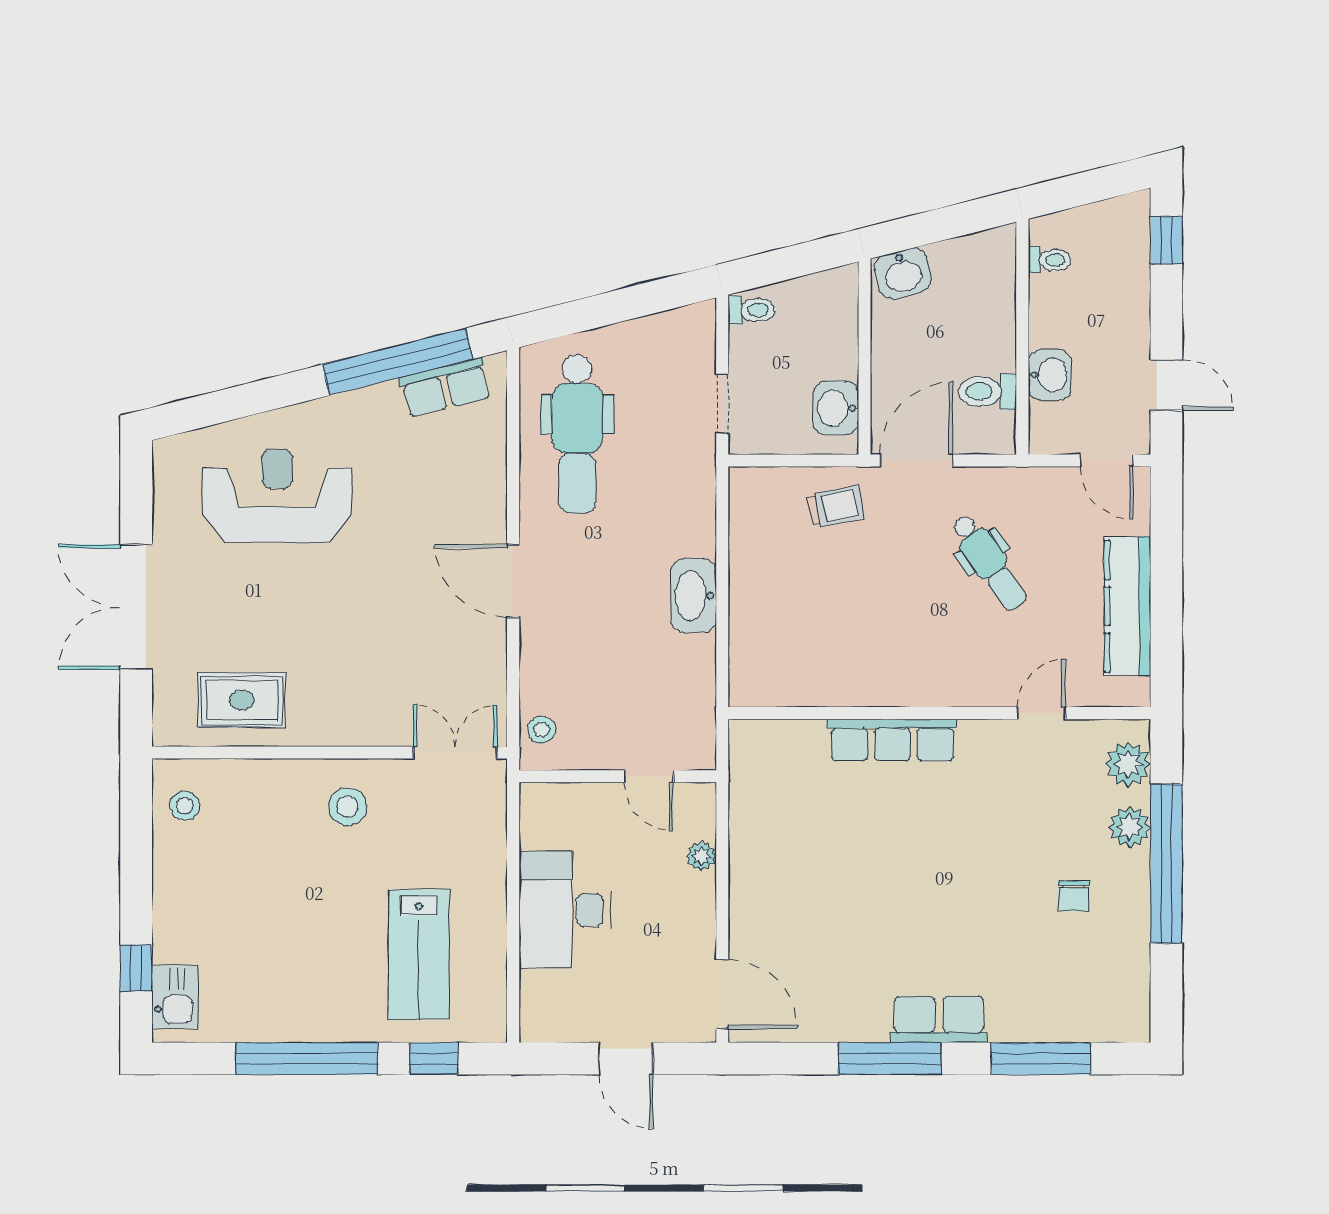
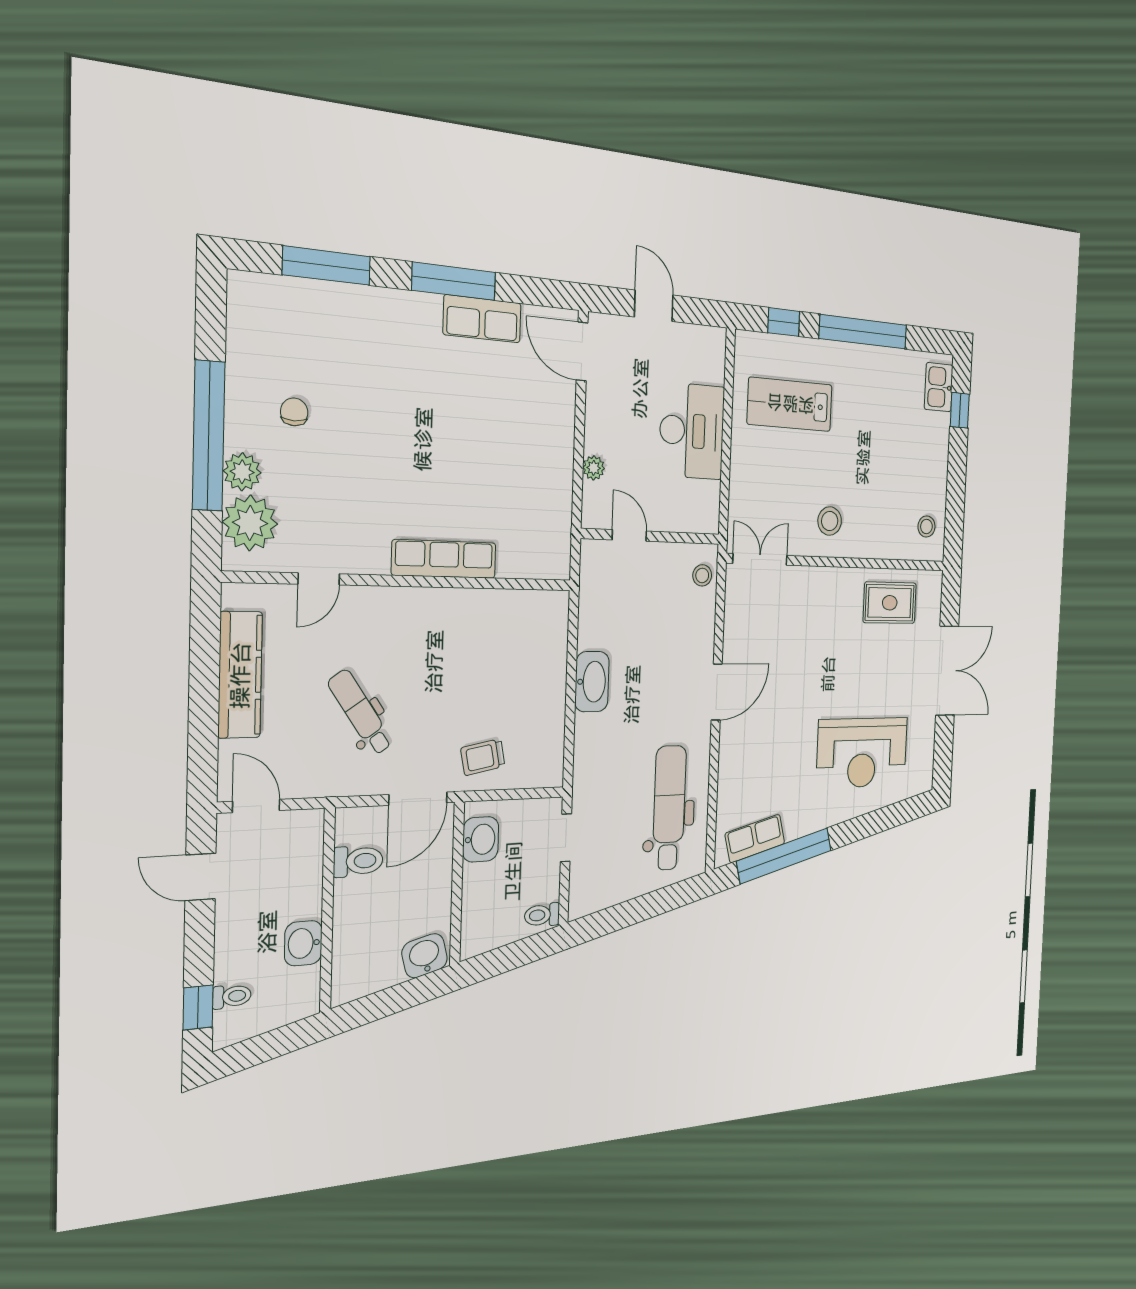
toilet: (1049, 260) -> (232, 996), moved, turned 180
washbasin: (1050, 375) -> (303, 943), moved
door: (513, 581) -> (717, 692), hinge flipped
double door: (455, 753) -> (760, 559), swing flipped
plant: (1128, 764) -> (250, 523), width x1.36, depth x1.36
lab bench: (419, 954) -> (790, 404), turned -90
row of seats: (939, 1020) -> (482, 319), moved

